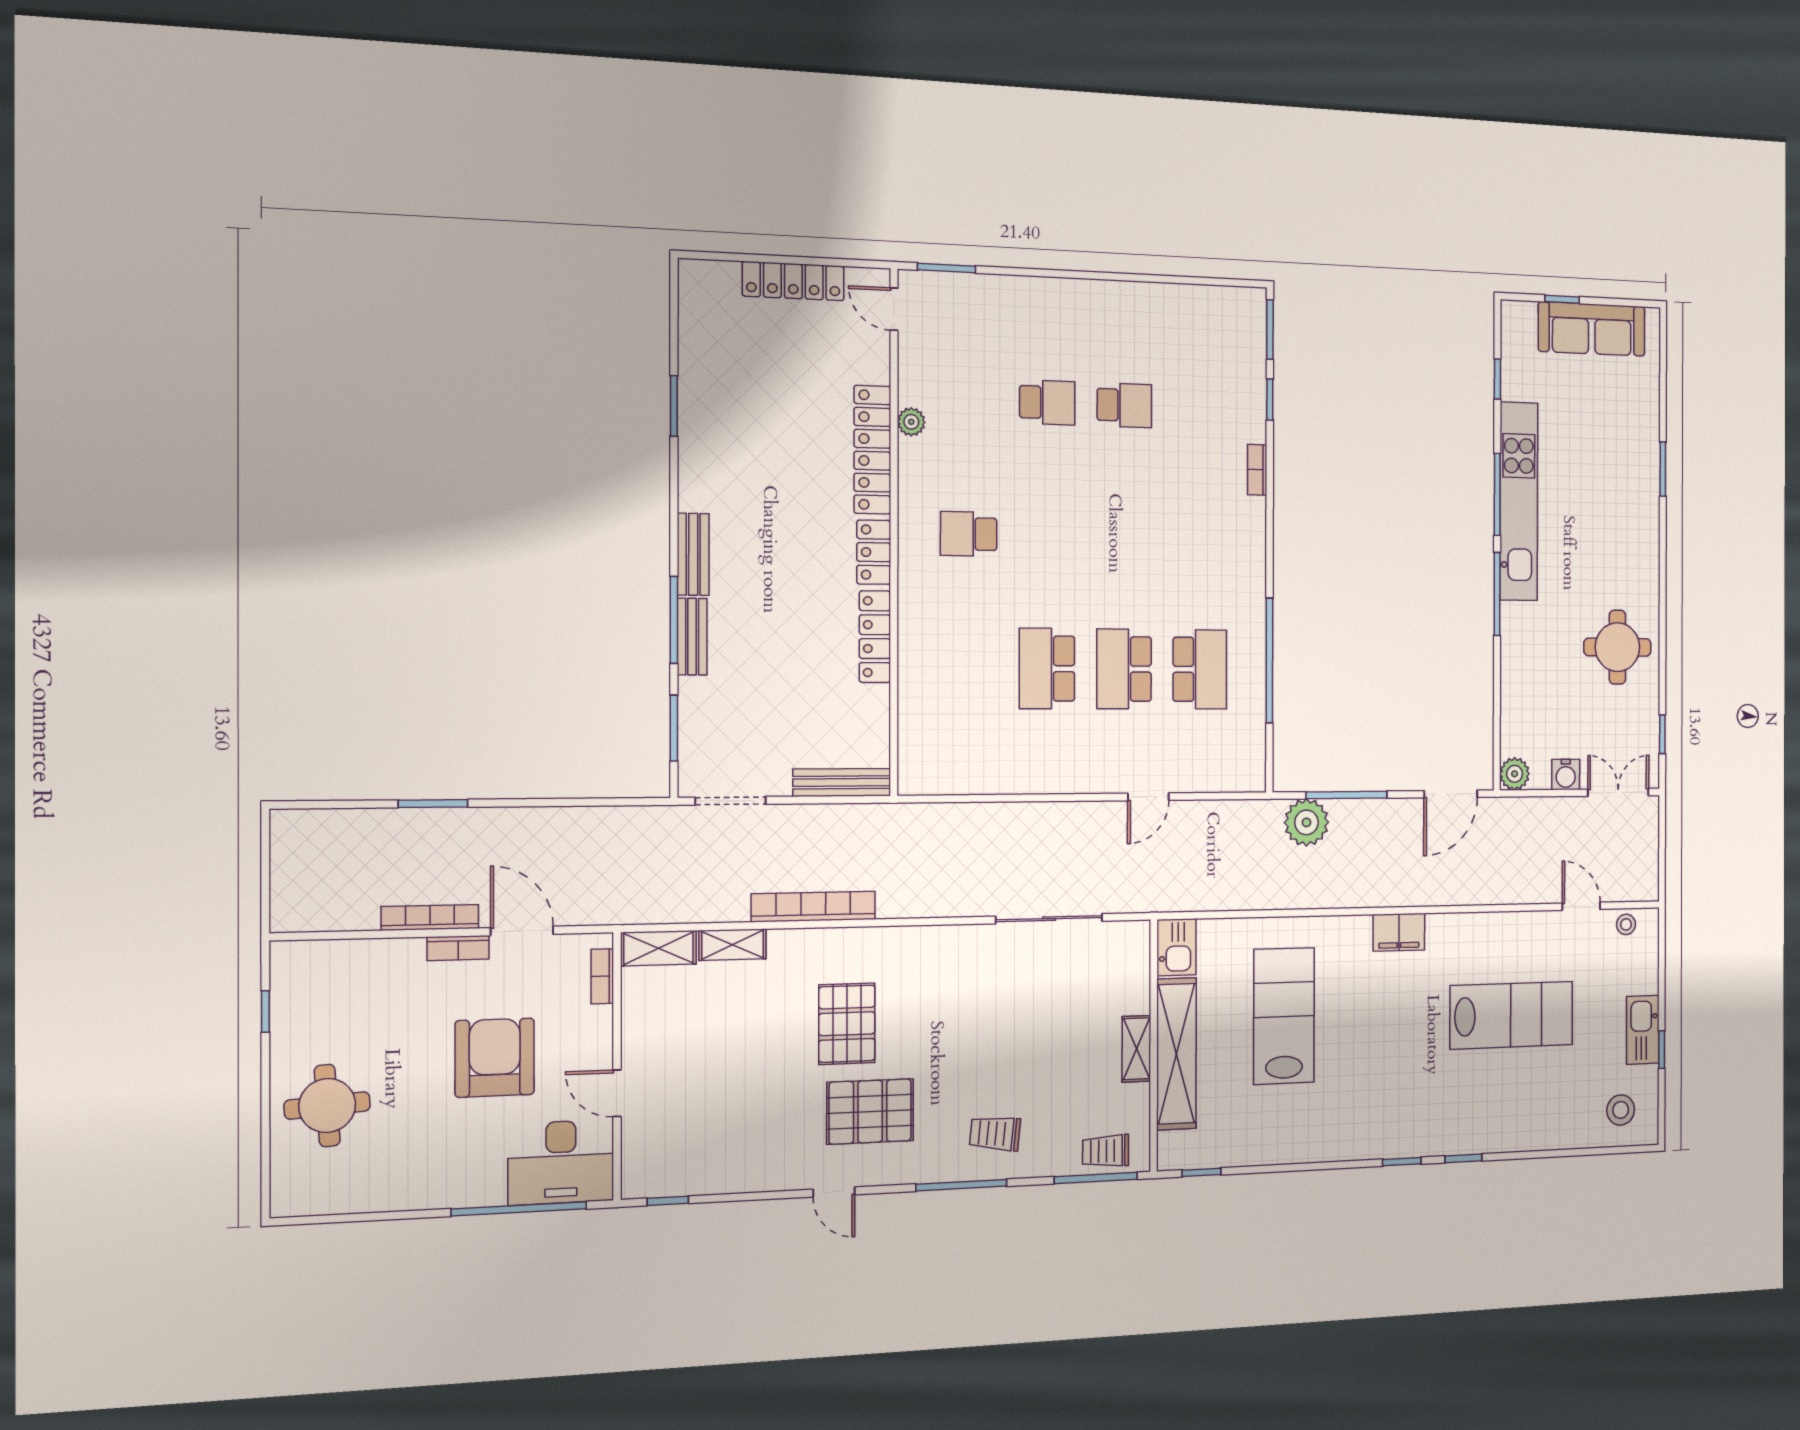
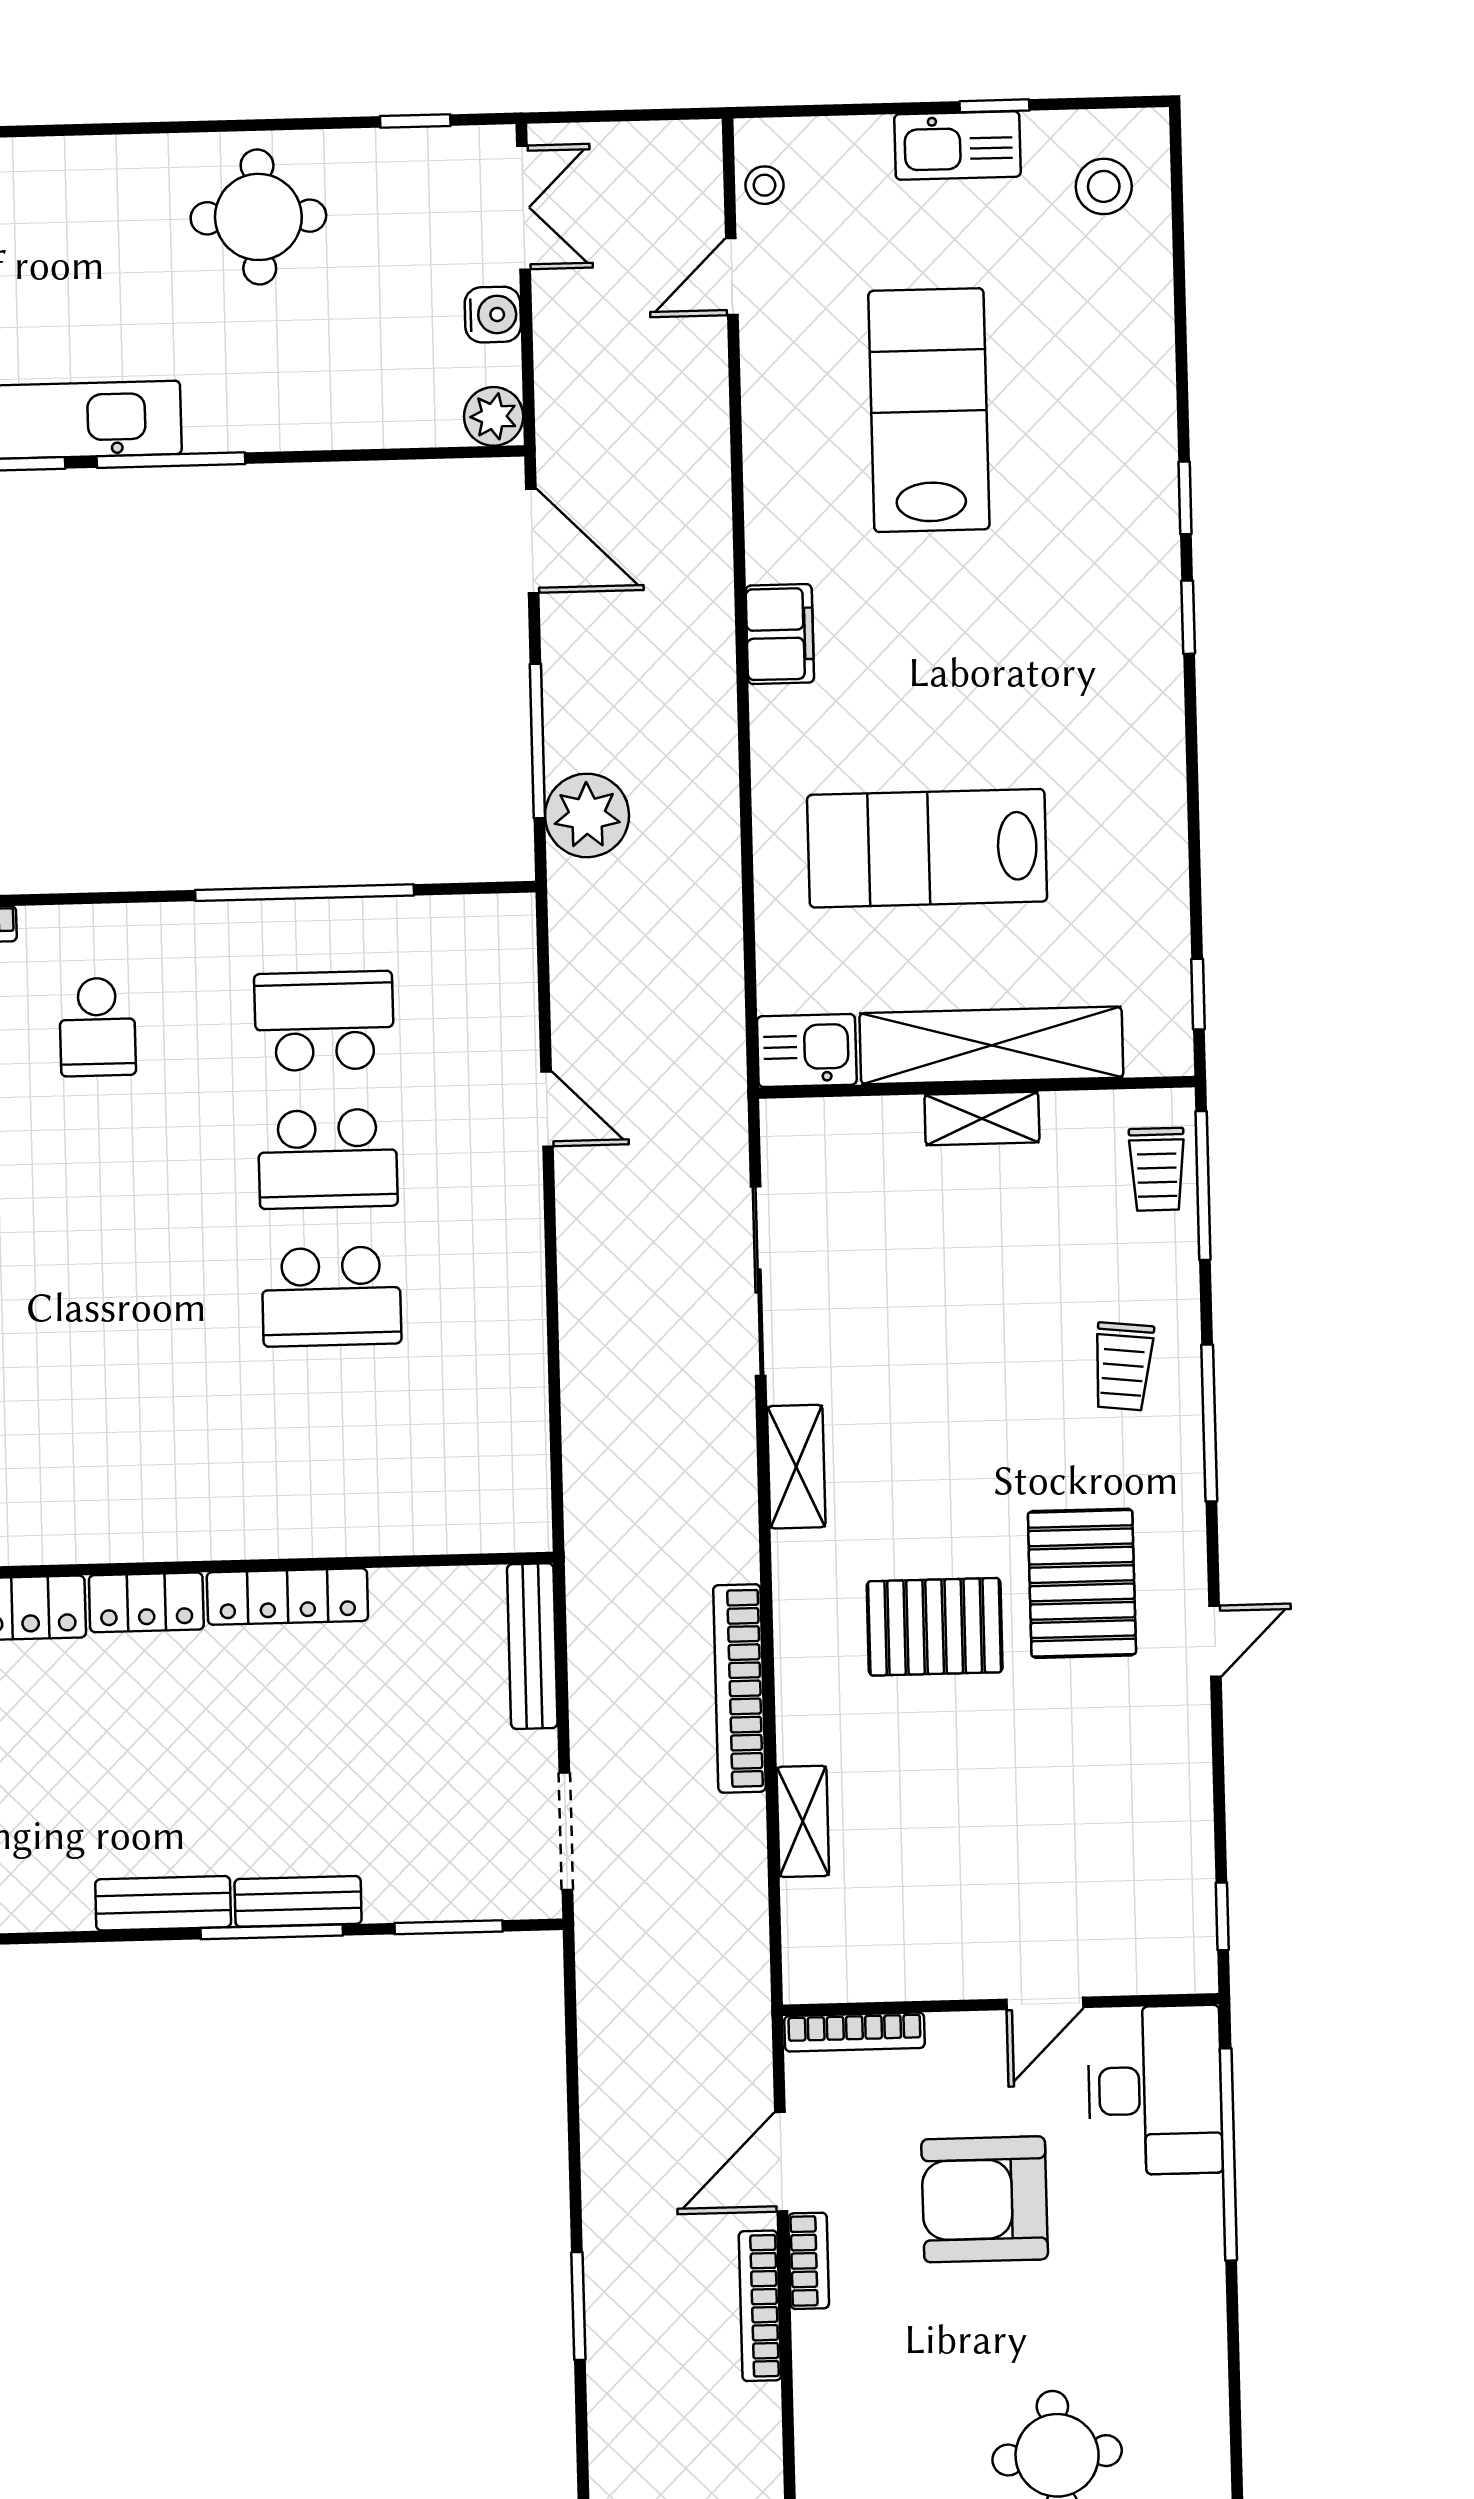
school desk: (969, 534) -> (97, 1027), moved
double door: (1618, 792) -> (523, 208), swing flipped
shelving: (659, 948) -> (796, 1467), moved
bookcase: (602, 976) -> (855, 2032), width x1.56

